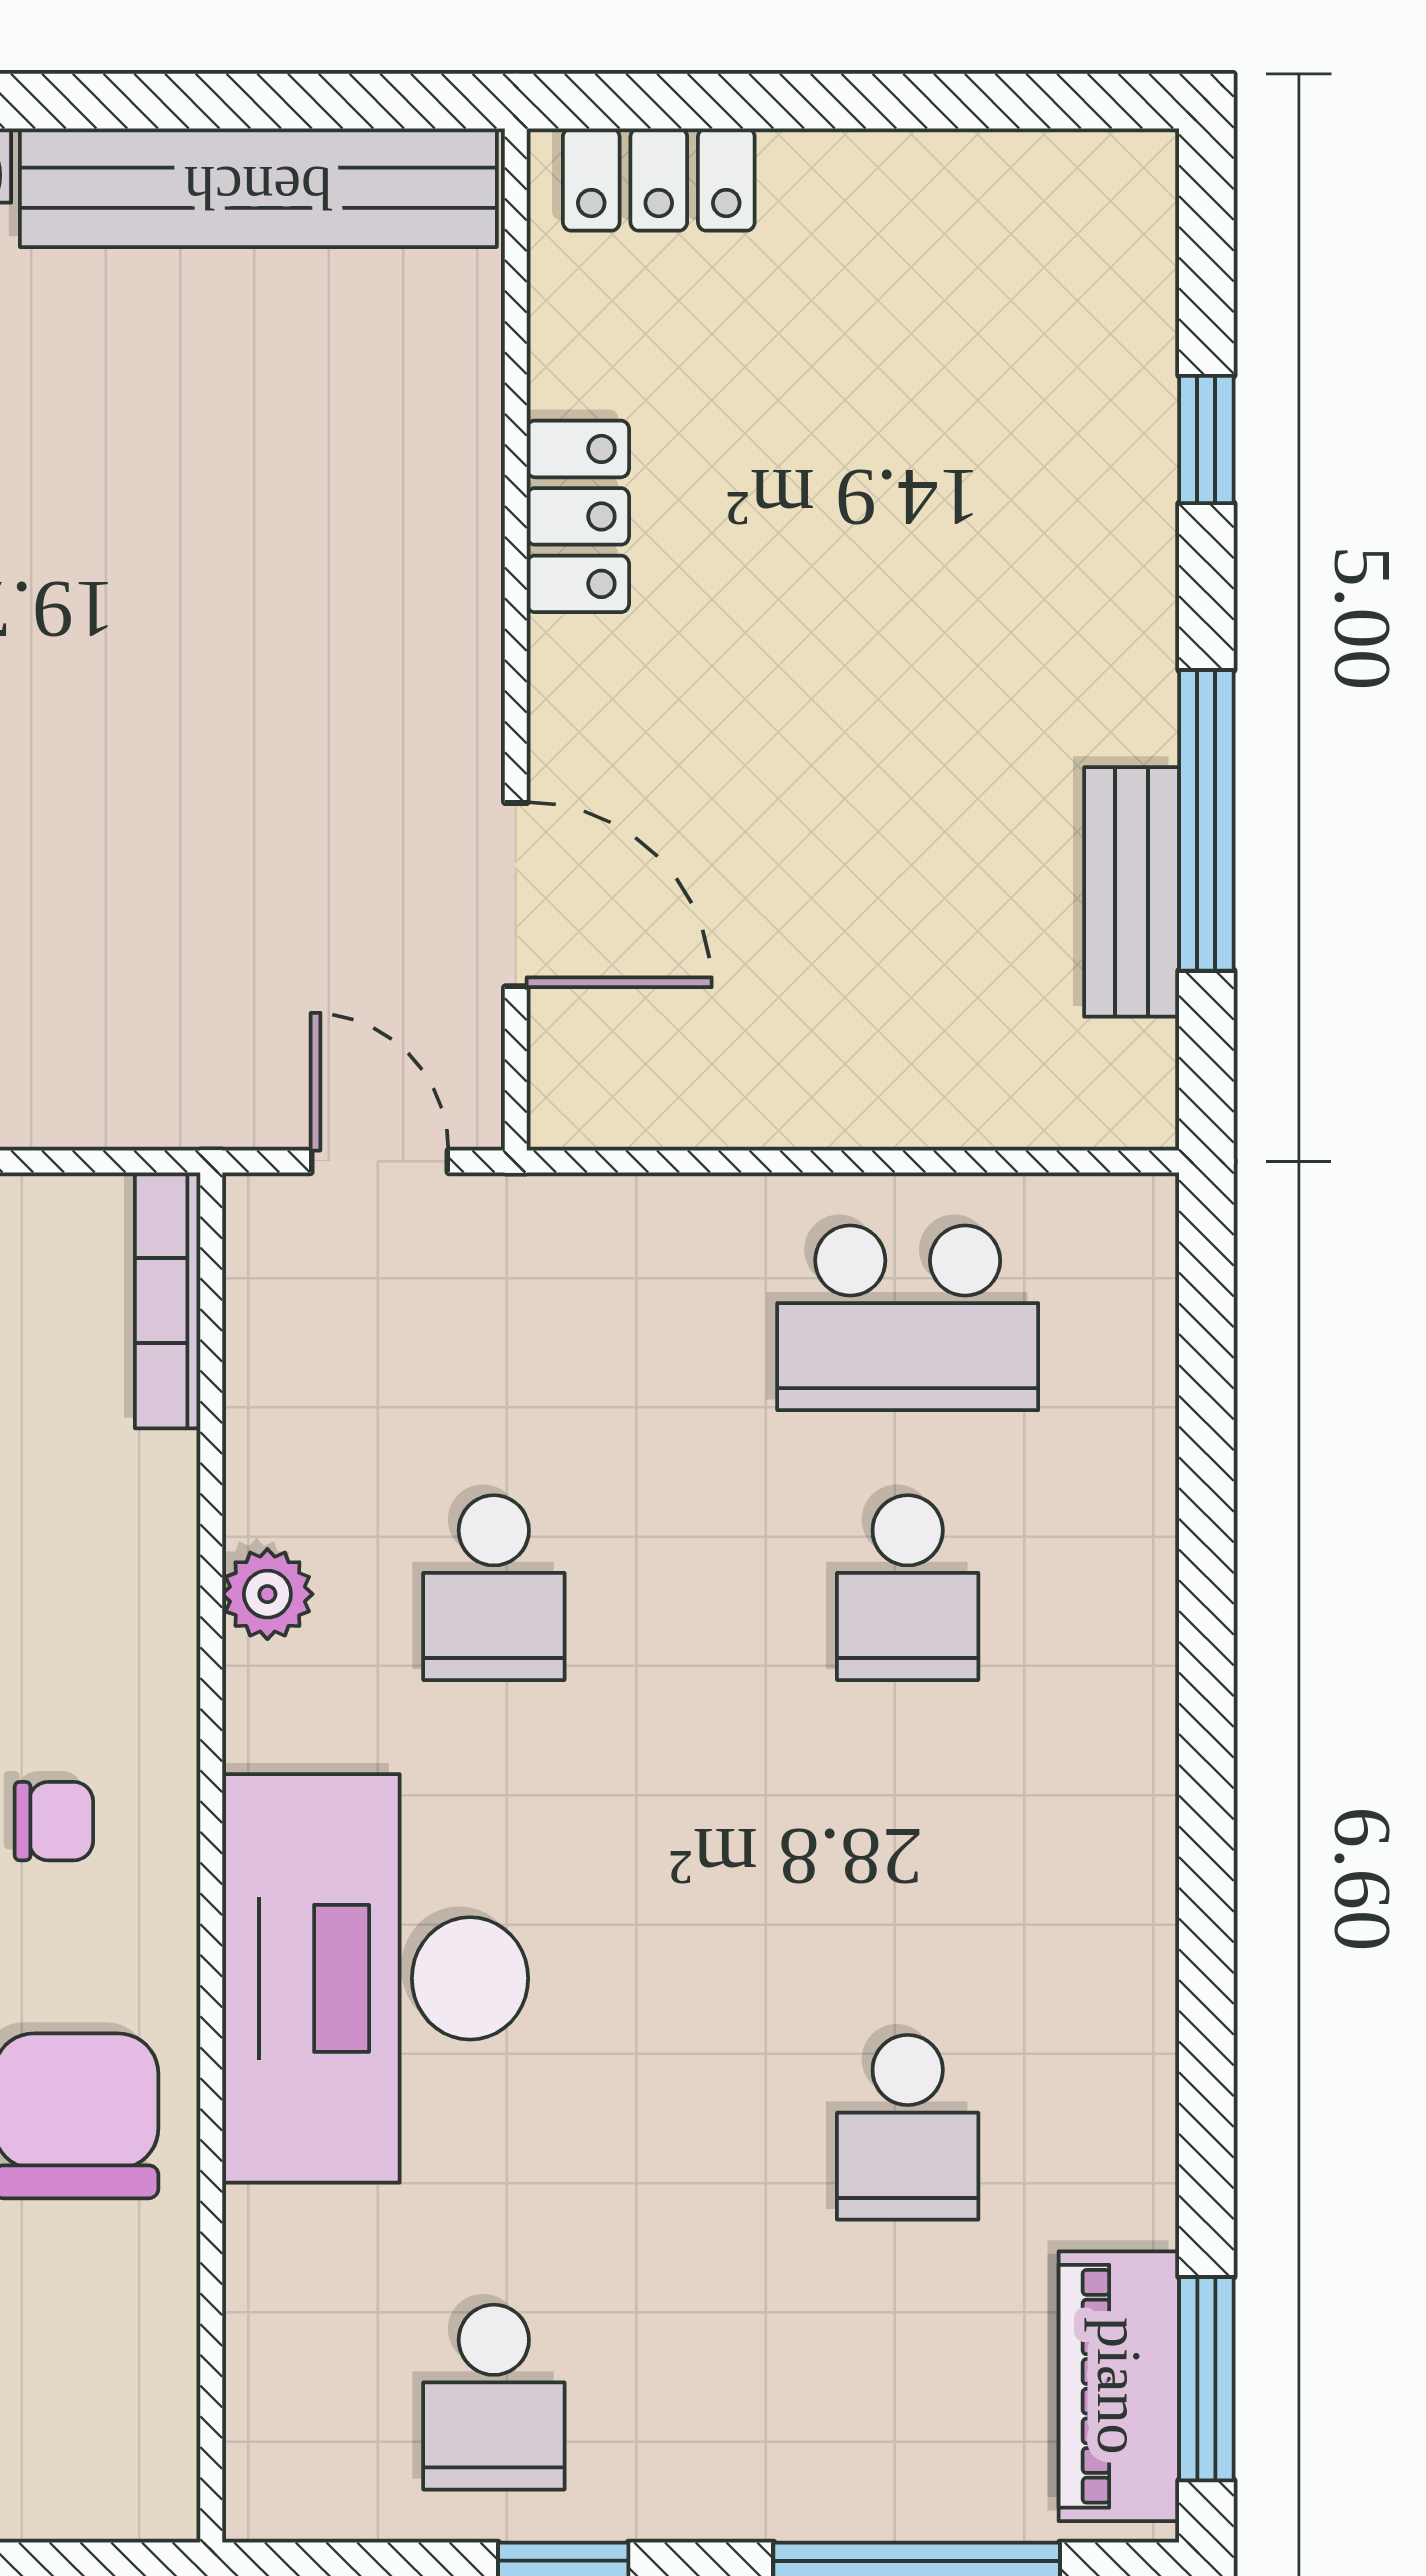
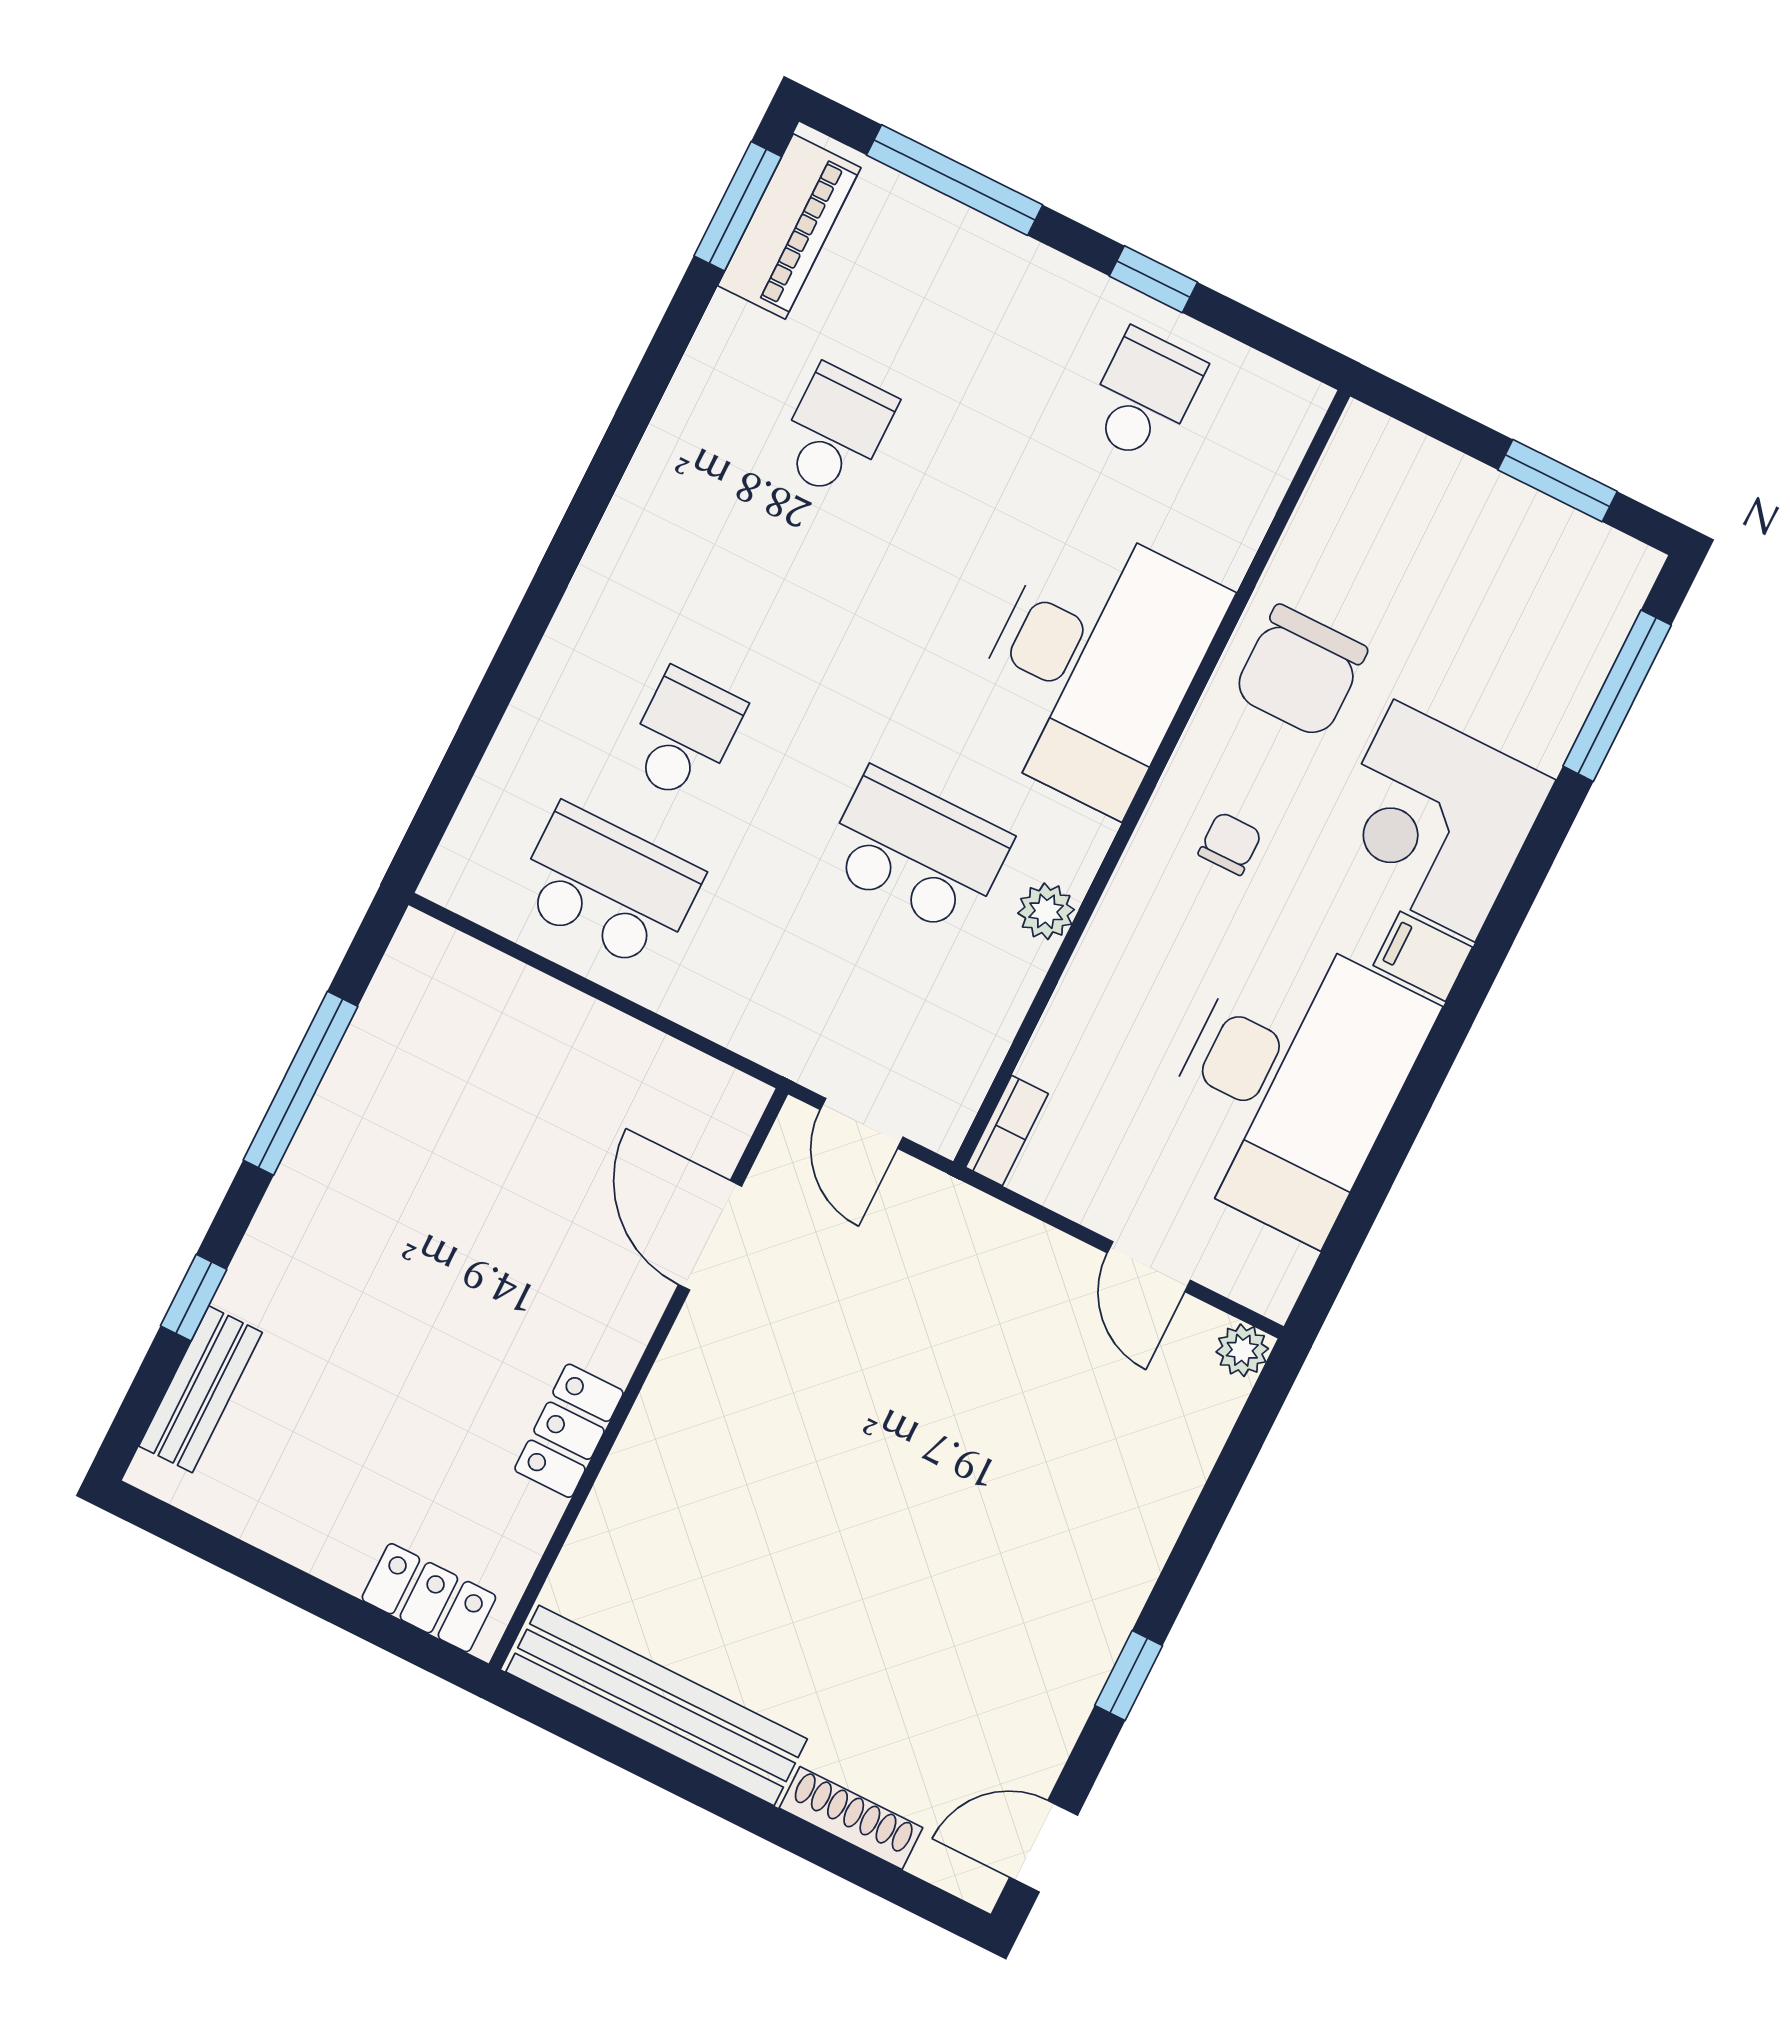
bench: (1132, 892) -> (201, 1389), moved
bookcase: (168, 1300) -> (1007, 1131), width x0.64
school desk: (494, 1588) -> (917, 851), width x1.85
chair: (54, 1821) -> (1230, 843), turned 90

